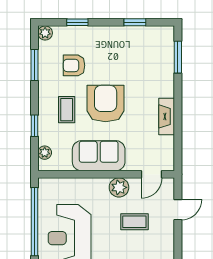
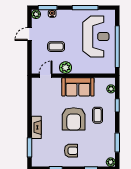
armchair: (74, 65) -> (71, 151), moved
fireplace: (167, 116) -> (36, 127), moved
door: (178, 210) -> (29, 34), moved

